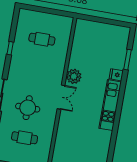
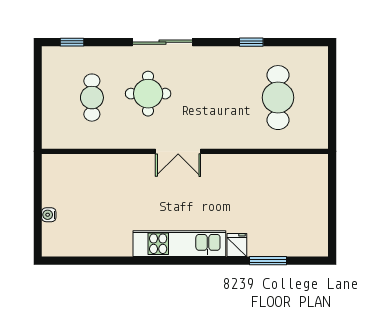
cafe table: (42, 39) -> (278, 98), width x1.37, depth x1.35
plant: (74, 76) -> (220, 168), removed

